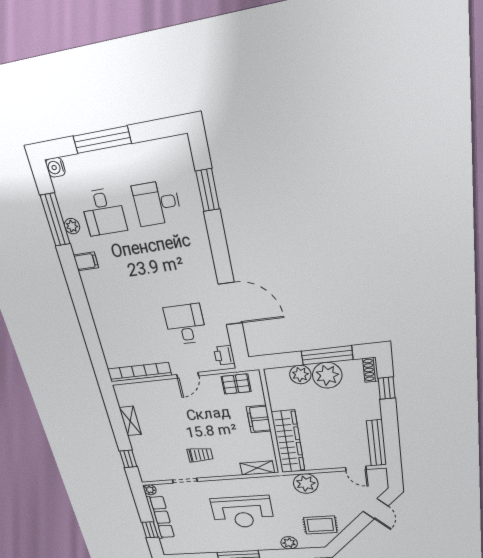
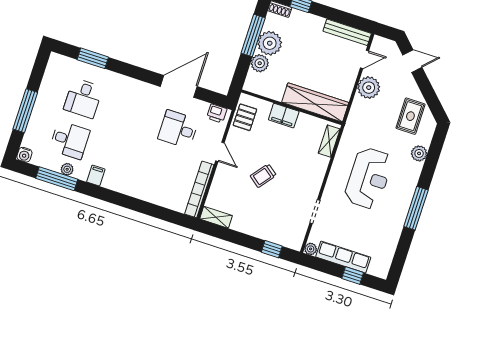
shelving: (130, 421) -> (216, 217), moved
trolley: (200, 455) -> (263, 176), moved, turned -142
plant: (306, 484) -> (369, 88), moved

